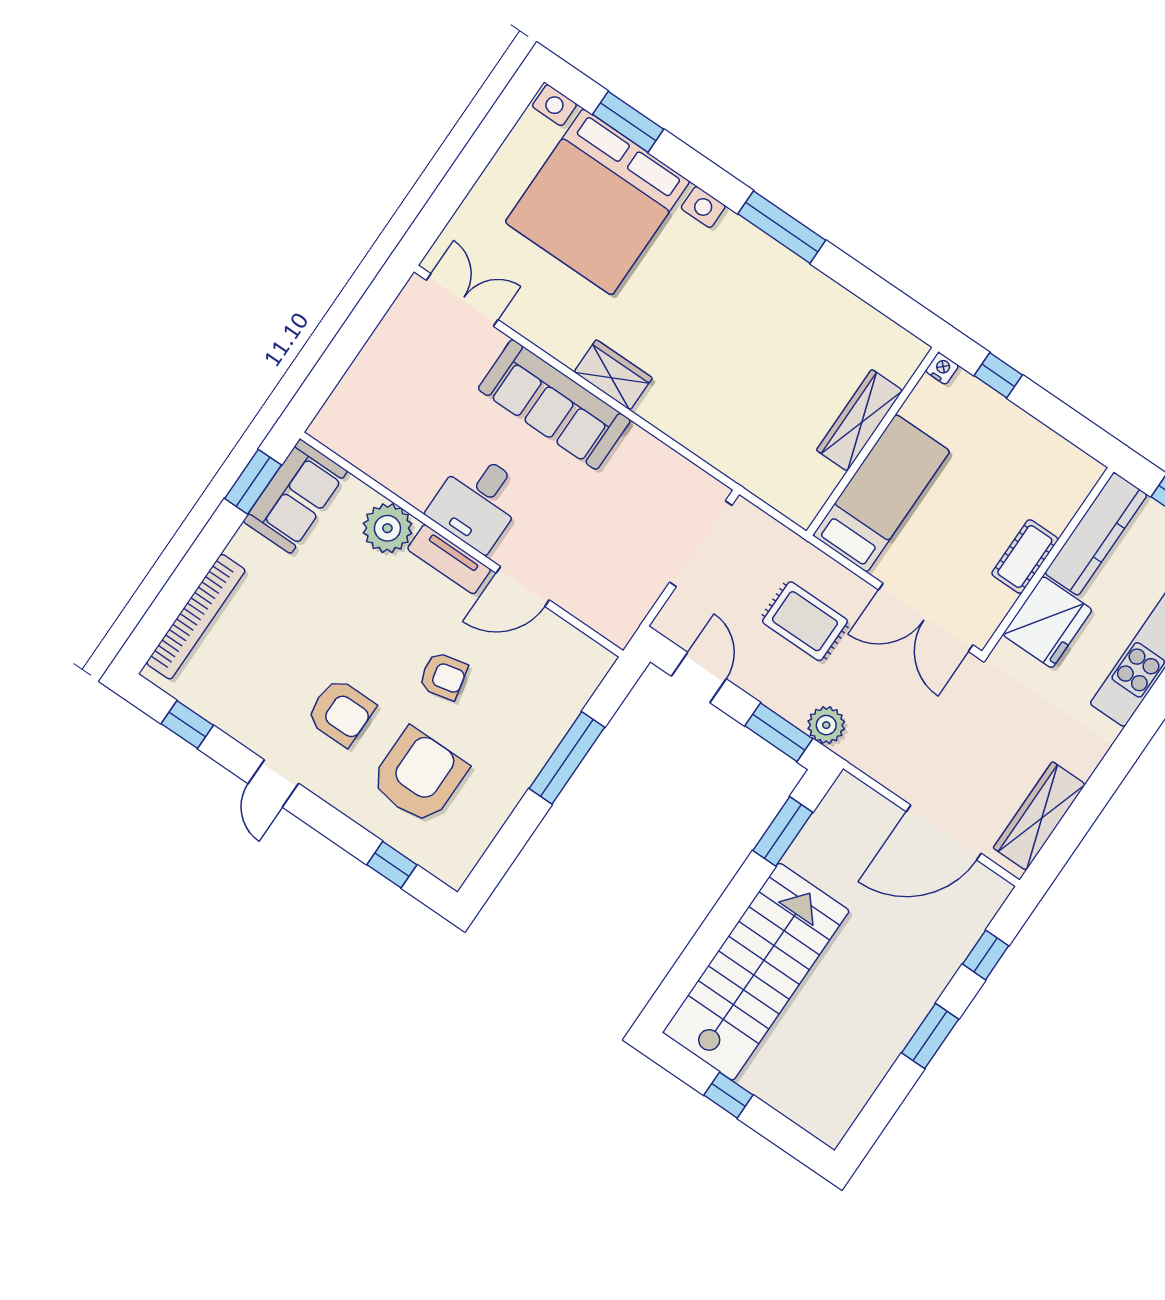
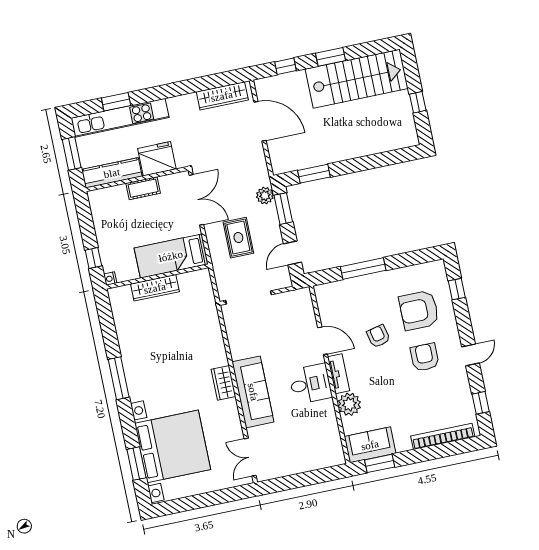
stairs: (756, 972) -> (357, 79), moved, turned 180

